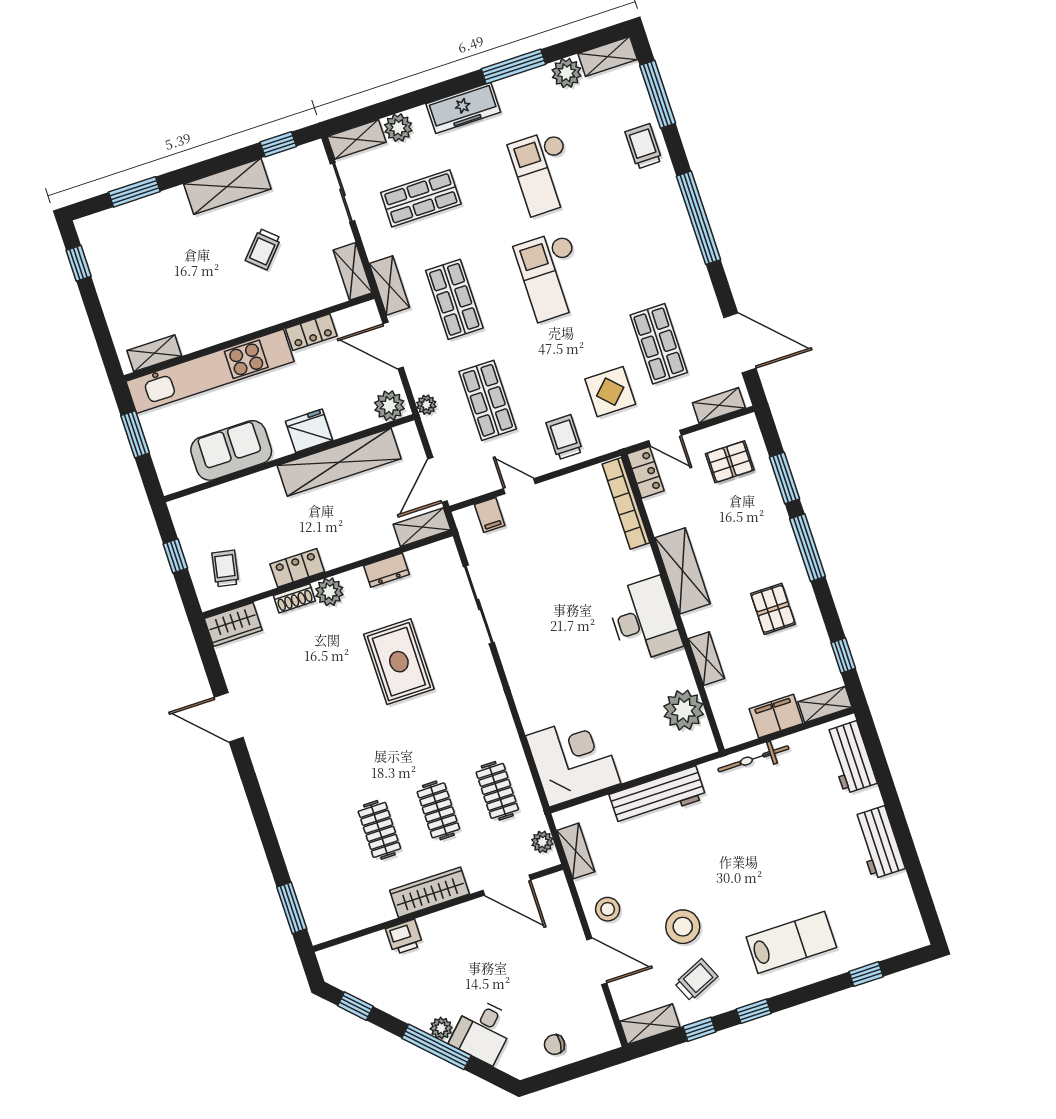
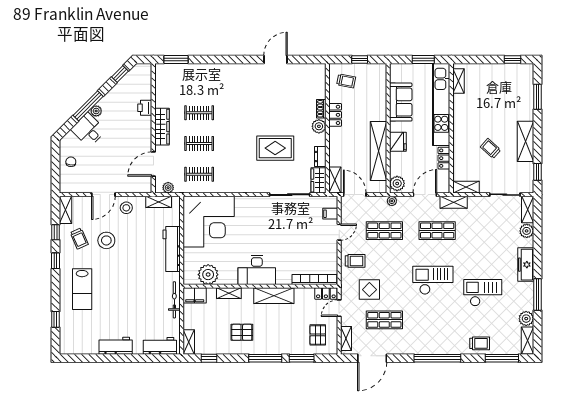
shop shelf: (421, 198) -> (490, 231), removed
wardrobe: (233, 624) -> (319, 180), moved
filing cabinet: (776, 716) -> (195, 295), moved, turned 90
corner desk: (573, 760) -> (209, 222), width x1.36, depth x1.36

